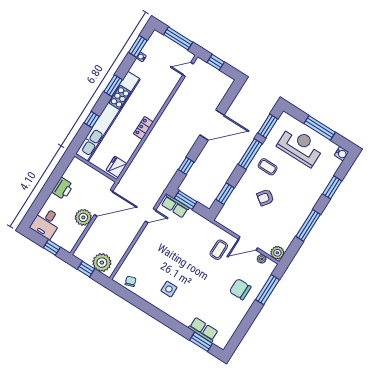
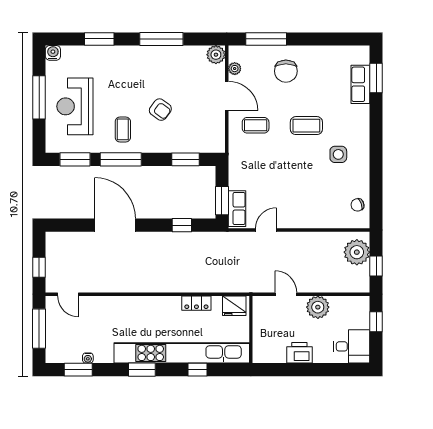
locker: (143, 128) -> (196, 303), moved
door: (104, 203) -> (286, 294), width x0.53
door: (151, 216) -> (266, 230), hinge flipped
coffee table: (199, 281) -> (306, 126), added

